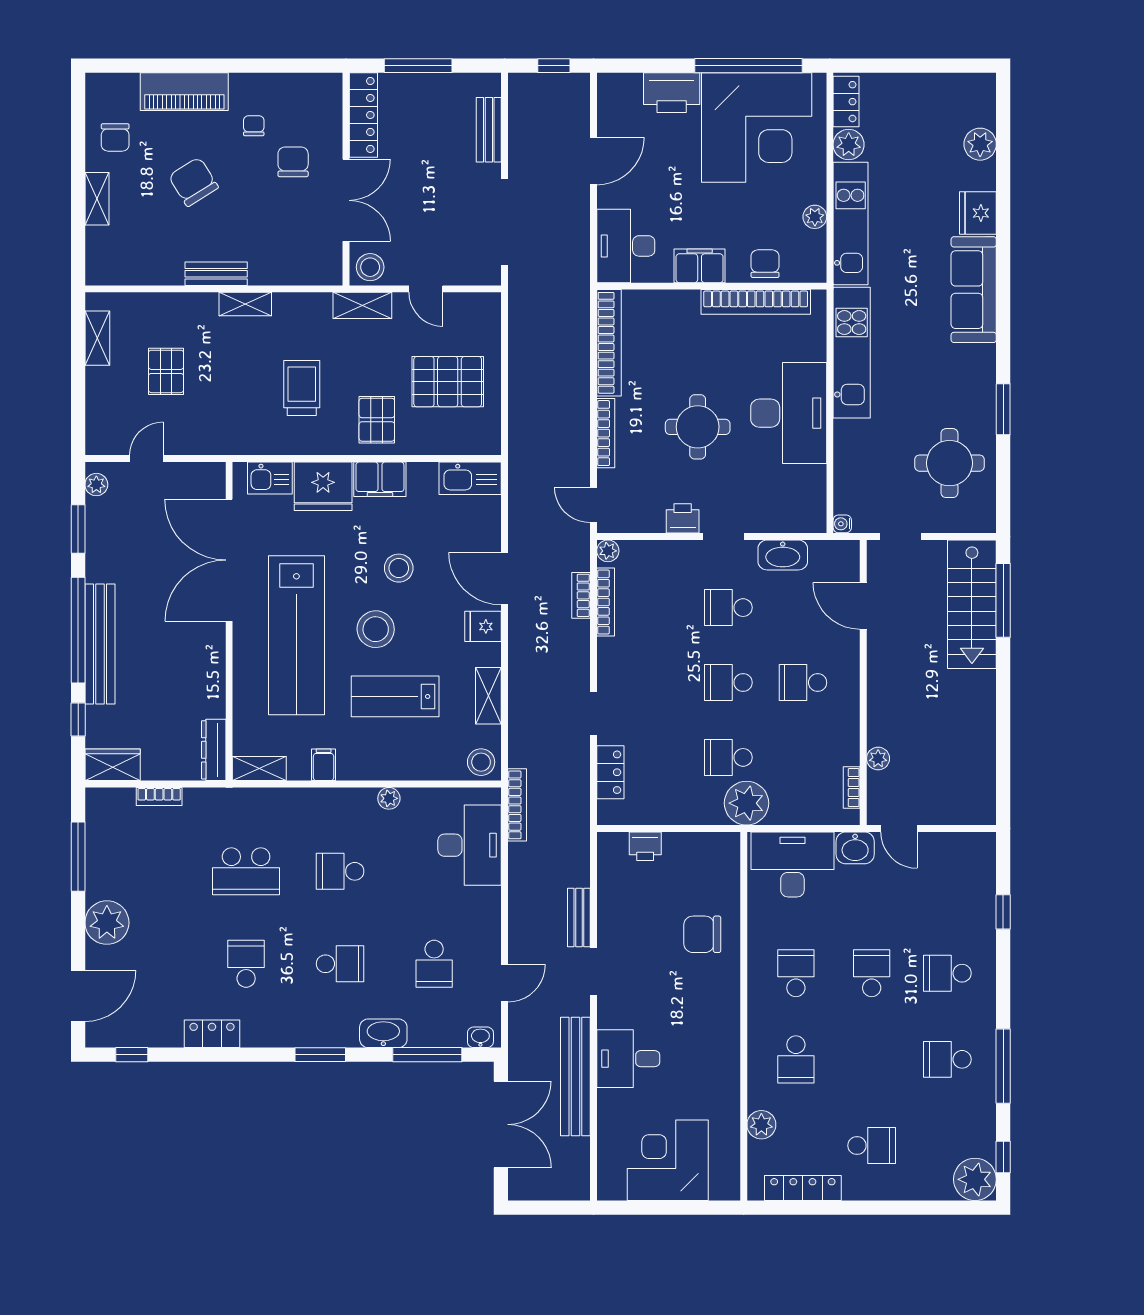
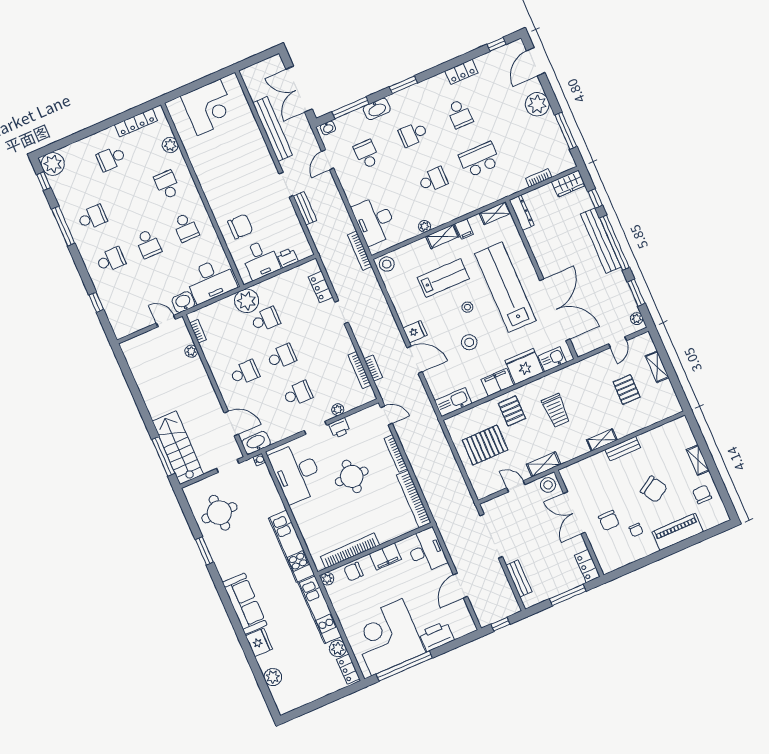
locker: (363, 115) -> (587, 566), width x0.66
plant: (815, 217) -> (327, 579), moved
chair: (765, 264) -> (353, 572), turned 90
shelving: (97, 338) -> (657, 367), moved
desk: (789, 413) -> (297, 473), moved
plant: (608, 551) -> (338, 410), moved
washbasin: (783, 555) -> (256, 443), moved
stool: (376, 629) -> (467, 307), width x0.53, depth x0.53
shelving: (488, 696) -> (442, 236), moved, turned 90
desk: (628, 1059) -> (260, 259), moved, turned 90

